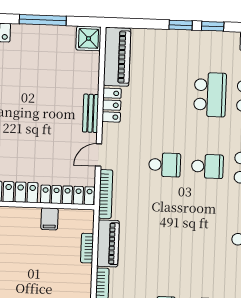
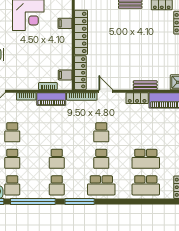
bench: (91, 113) -> (145, 85), moved
filing cabinet: (49, 219) -> (65, 75), moved
school desk: (205, 238) -> (57, 159), added

